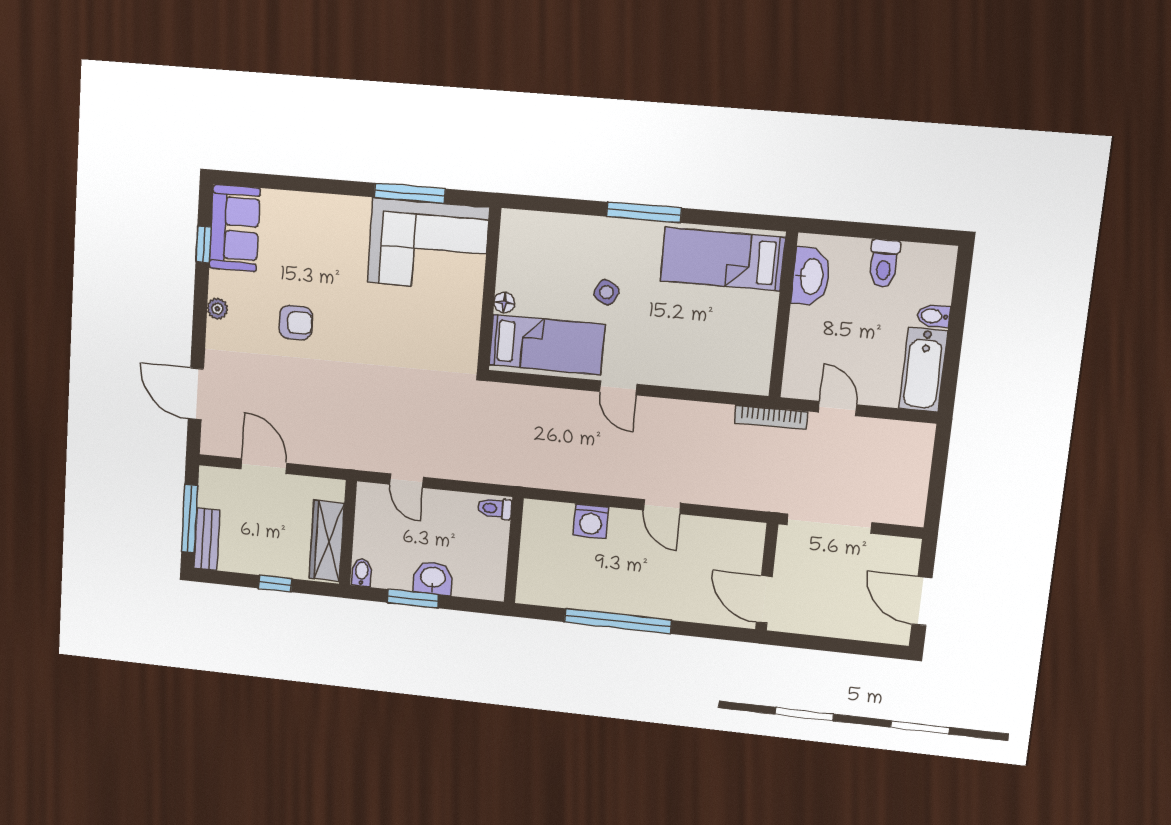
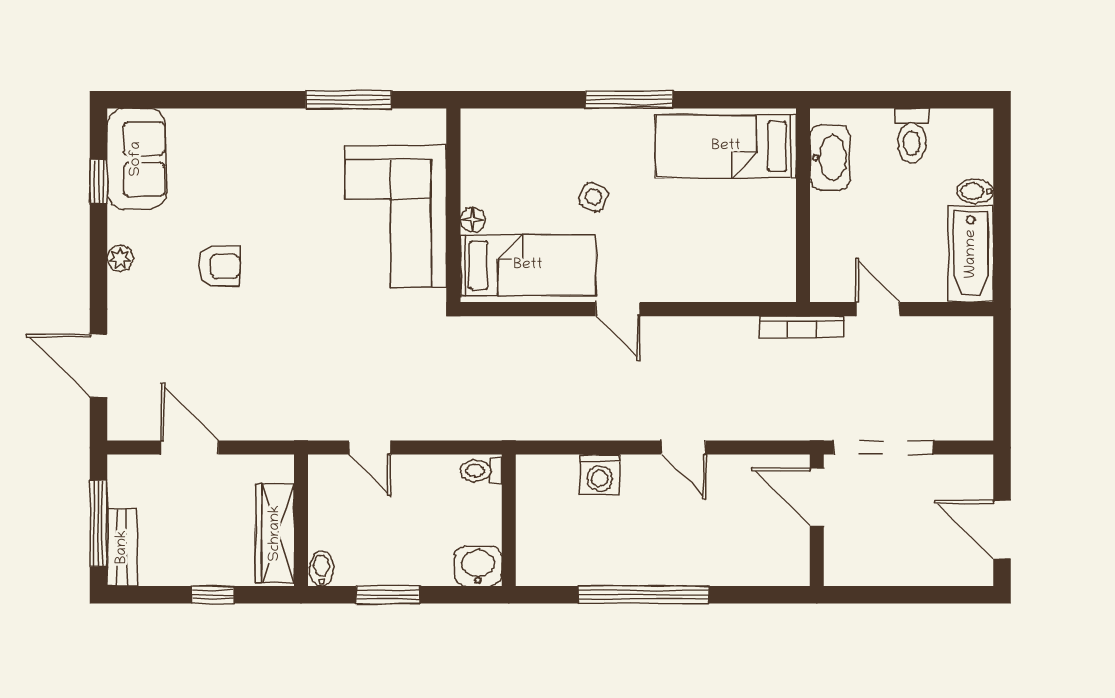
corner sofa: (428, 245) -> (396, 216), moved, turned 90
washbasin: (433, 578) -> (478, 566), moved
door: (764, 599) -> (817, 497), moved

